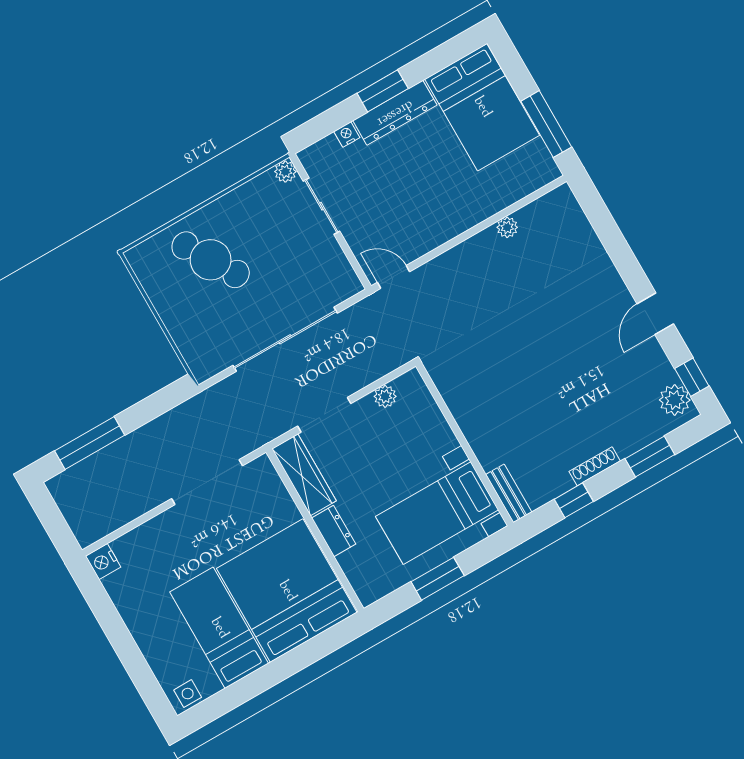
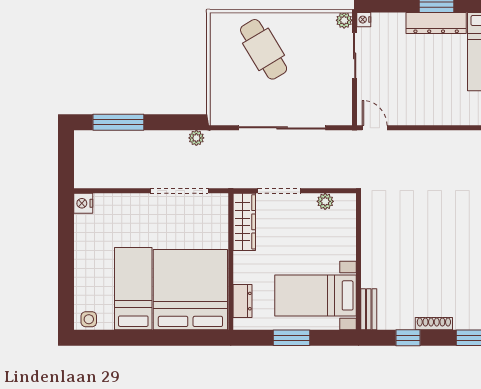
nightstand: (347, 134) -> (364, 20), moved, turned -90
plant: (507, 227) -> (196, 138), moved
dresser: (334, 531) -> (243, 301), moved

